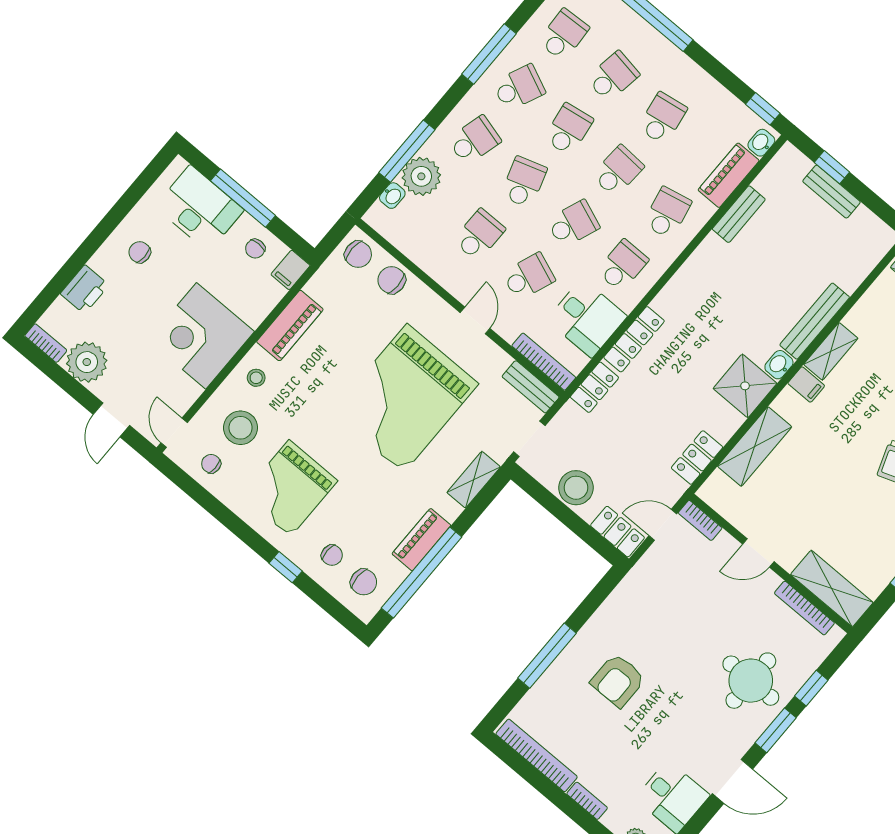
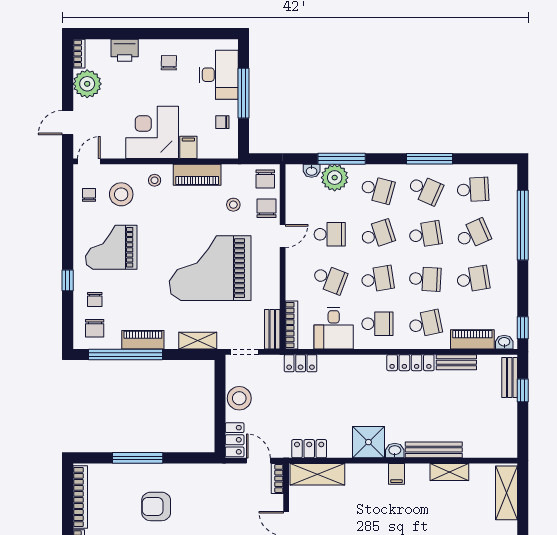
school desk: (613, 76) -> (473, 234), turned -33
bench: (831, 192) -> (510, 377), moved
school desk: (573, 224) -> (377, 279), turned -30
filing cabinet: (290, 270) -> (188, 147), moved, turned 90
stool: (357, 314) -> (233, 205), added
door: (475, 320) -> (283, 236), moved
locker: (634, 339) -> (410, 363), moved
shelving: (831, 351) -> (449, 472), moved
shelving: (755, 447) -> (317, 474), moved

